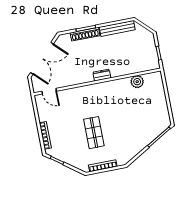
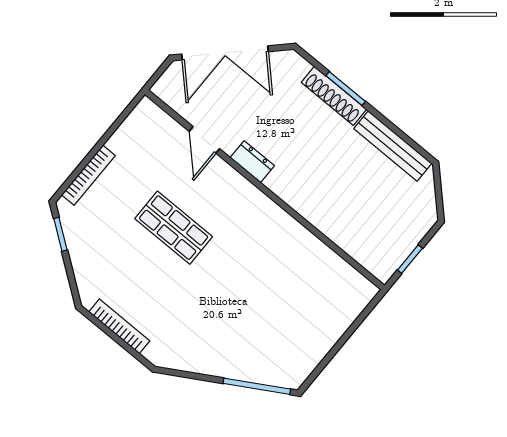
dresser: (102, 75) -> (252, 162), moved
plant: (137, 82) -> (325, 263), removed
door: (49, 91) -> (204, 140), moved
shop shelf: (94, 133) -> (174, 228), moved, turned 90

